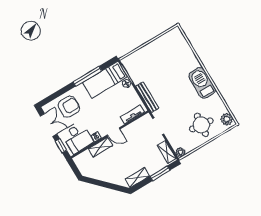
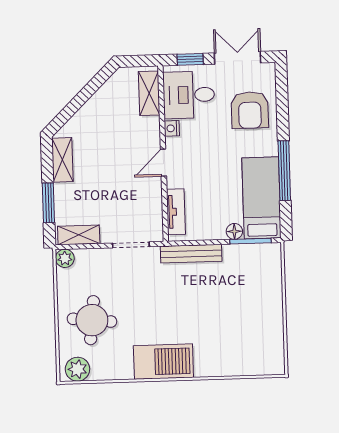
double door: (49, 125) -> (238, 58), swing flipped
shelving: (100, 147) -> (149, 93), moved

